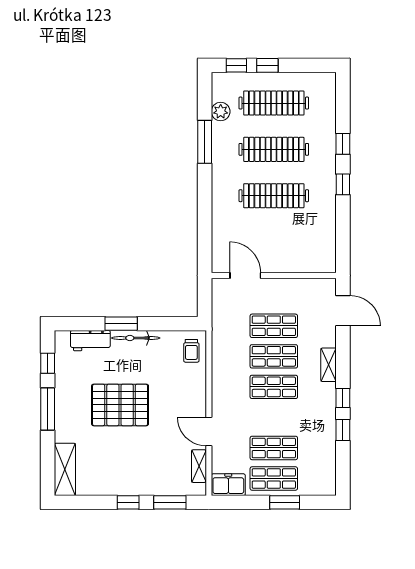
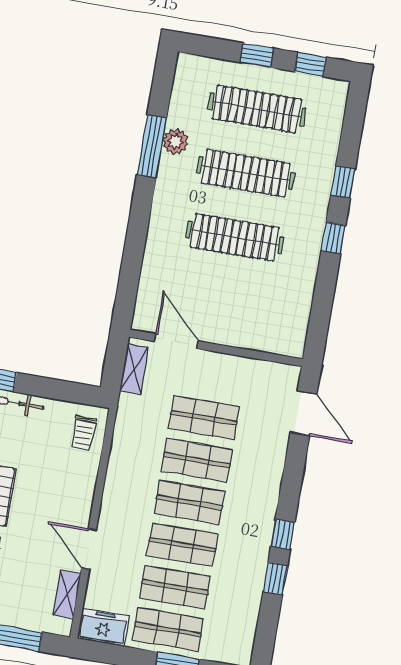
window: (236, 65) -> (310, 64), moved
plant: (221, 112) -> (175, 142), moved
shelving: (329, 365) -> (134, 369), moved
shop shelf: (274, 417) -> (182, 545), added

